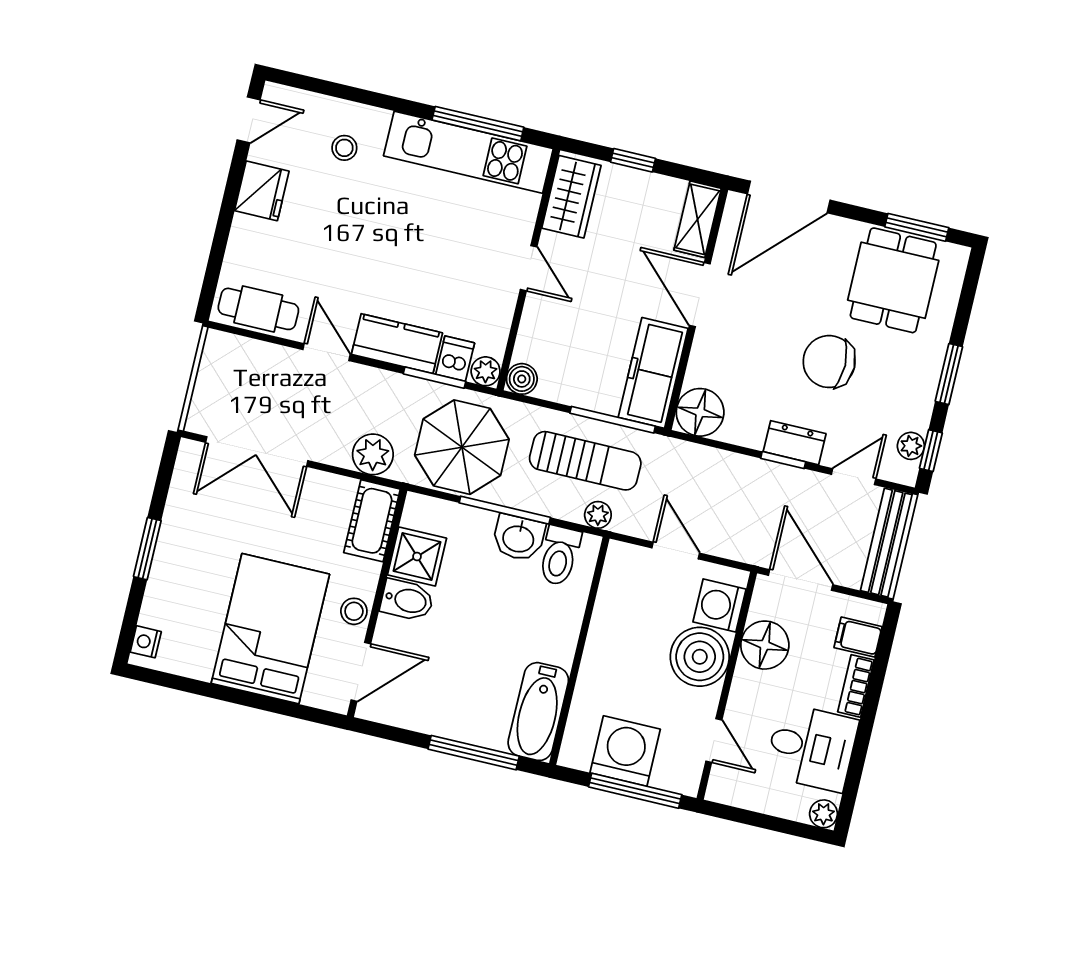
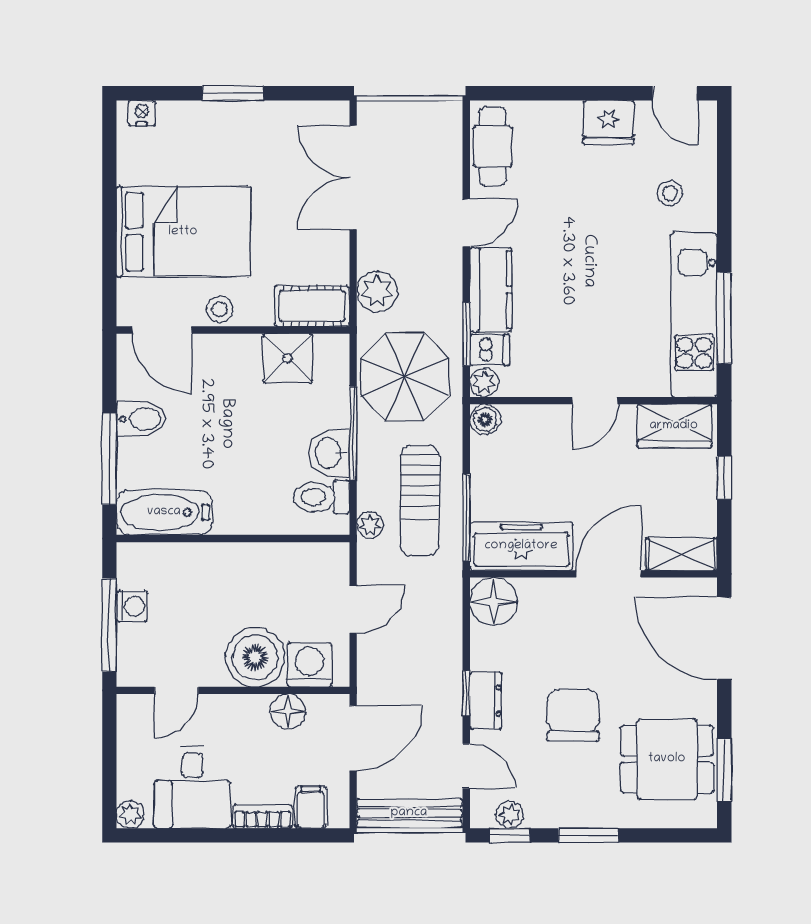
bidet: (407, 600) -> (141, 419), moved, turned -90
floor lamp: (765, 645) -> (288, 712), width x0.73, depth x0.73
washing machine: (625, 751) -> (132, 606), width x0.53, depth x0.53

